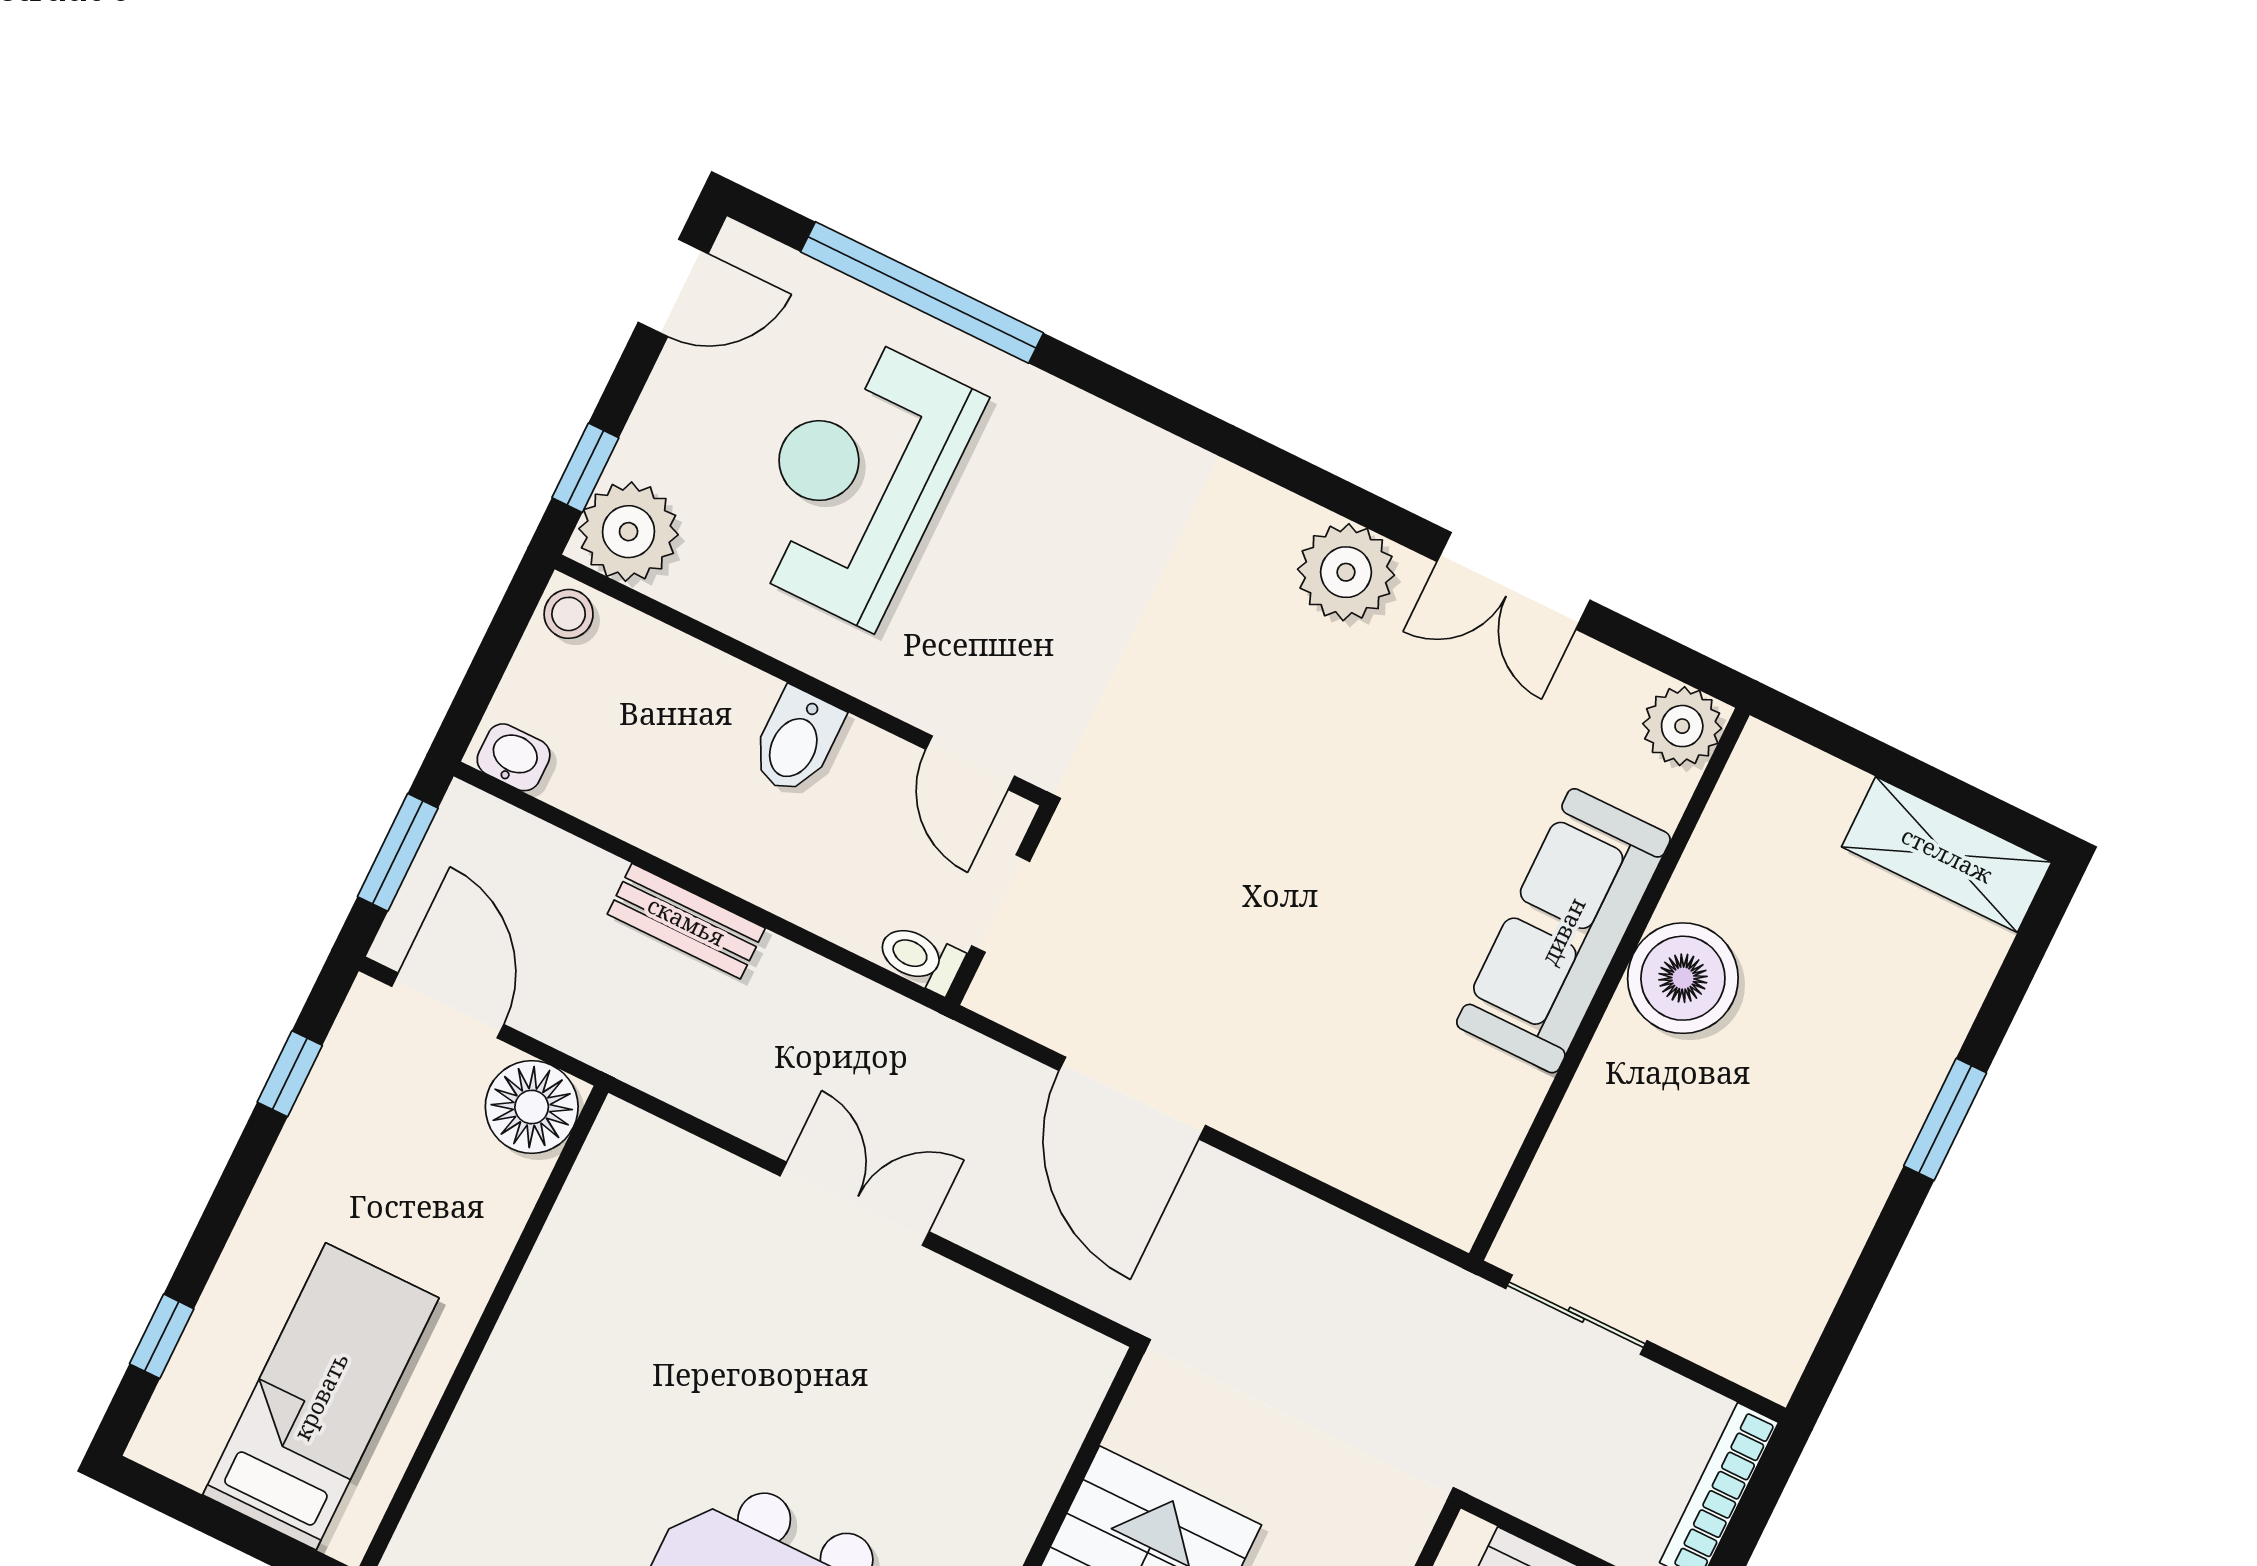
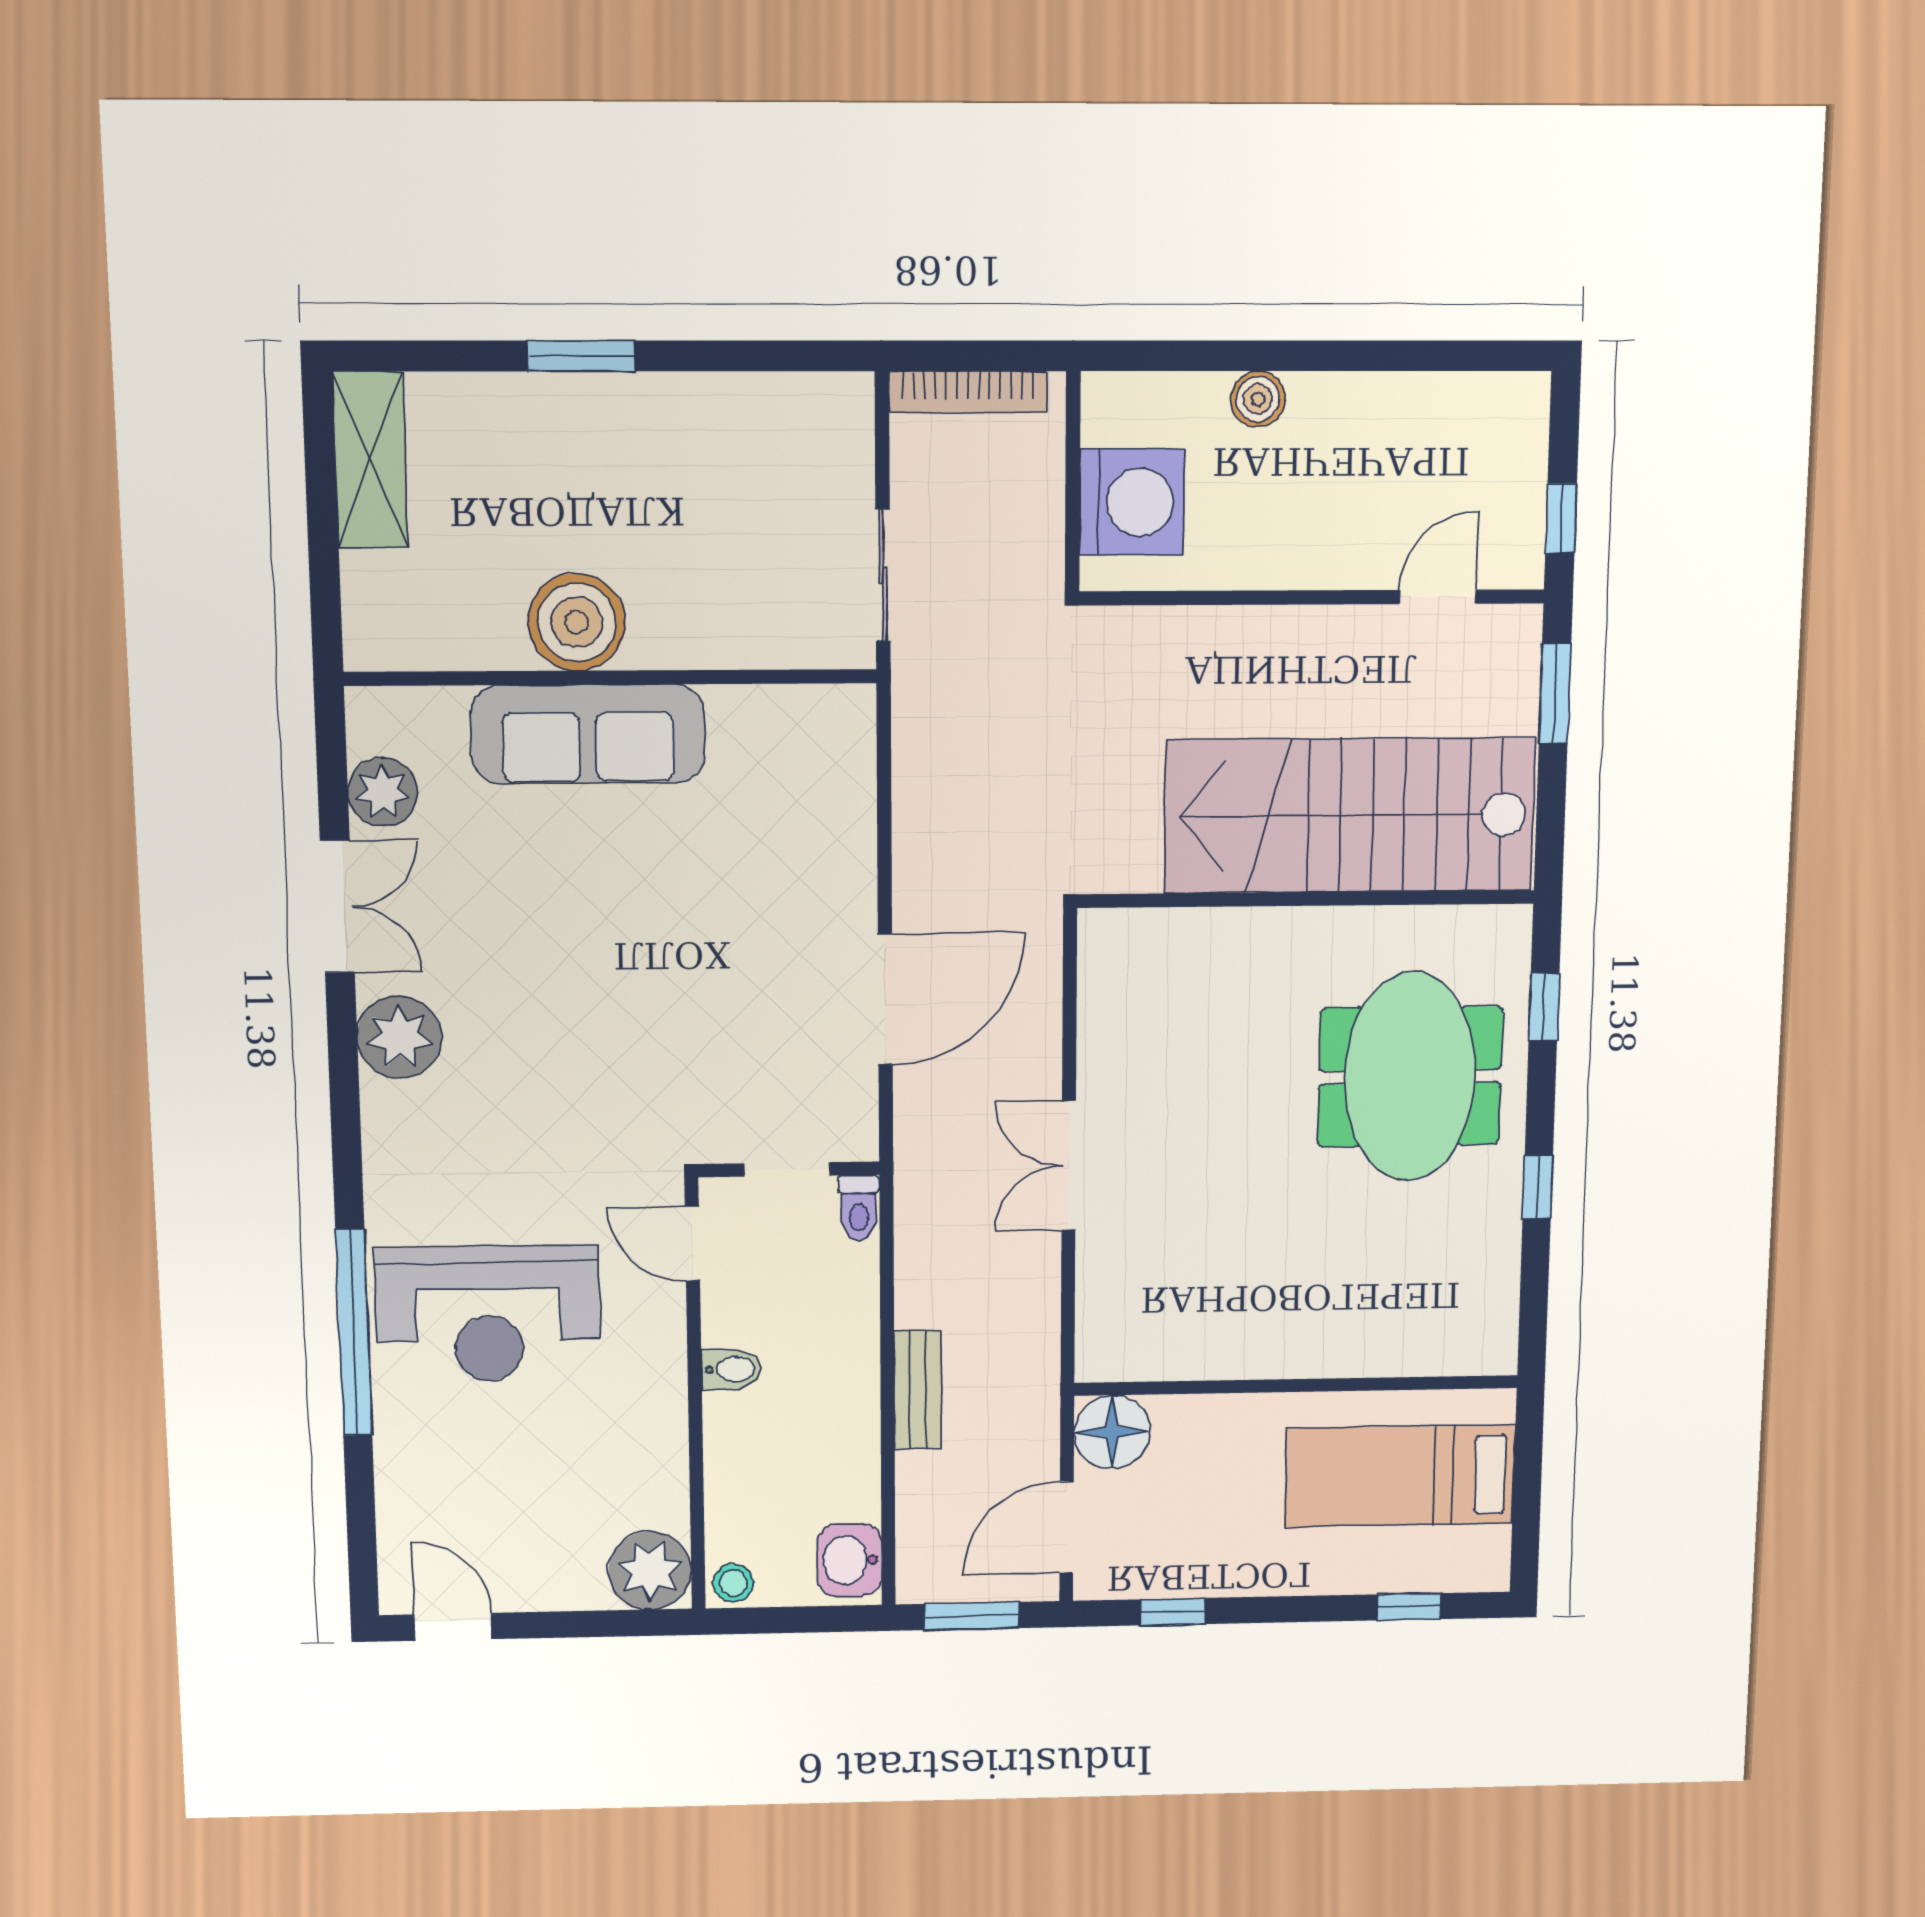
window: (922, 292) -> (354, 1333), moved
window: (585, 468) -> (619, 1623), removed
reception desk: (858, 479) -> (488, 1314), moved
plant: (1682, 726) -> (383, 792), moved
bidet: (796, 741) -> (732, 1369), width x0.72, depth x0.74
washbasin: (514, 757) -> (849, 1560), width x1.38, depth x1.45
door: (970, 763) -> (692, 1244), swing flipped

